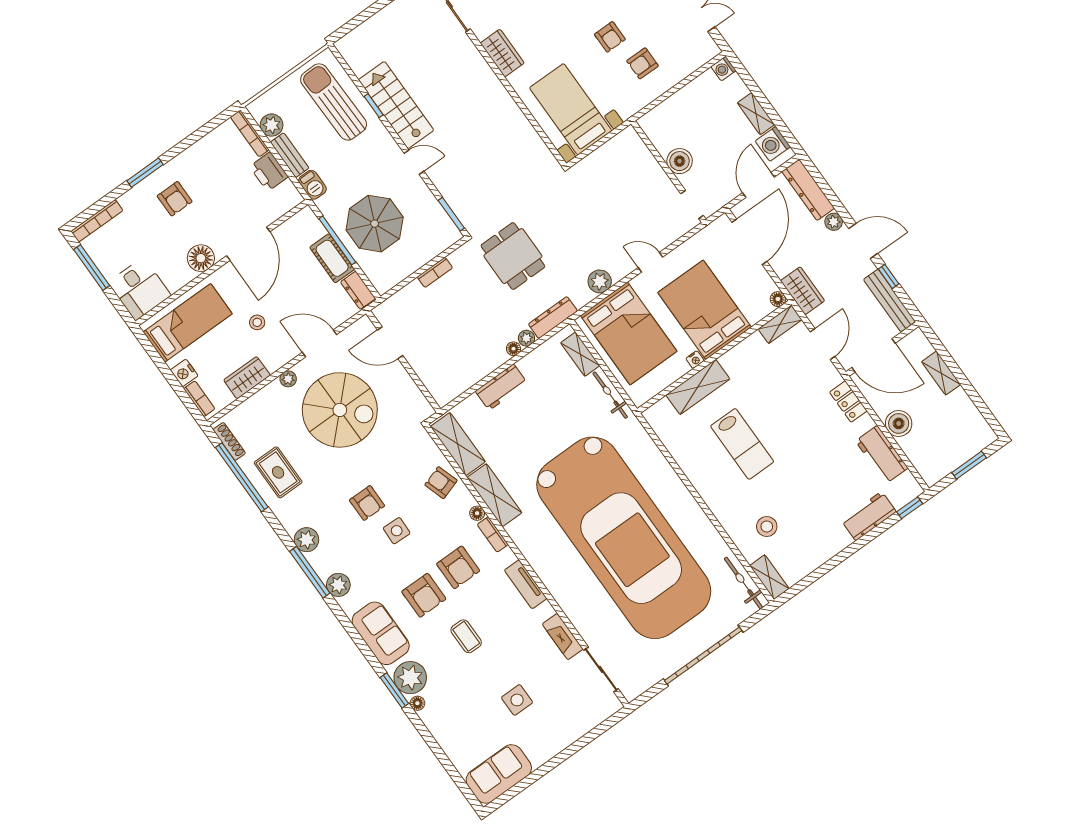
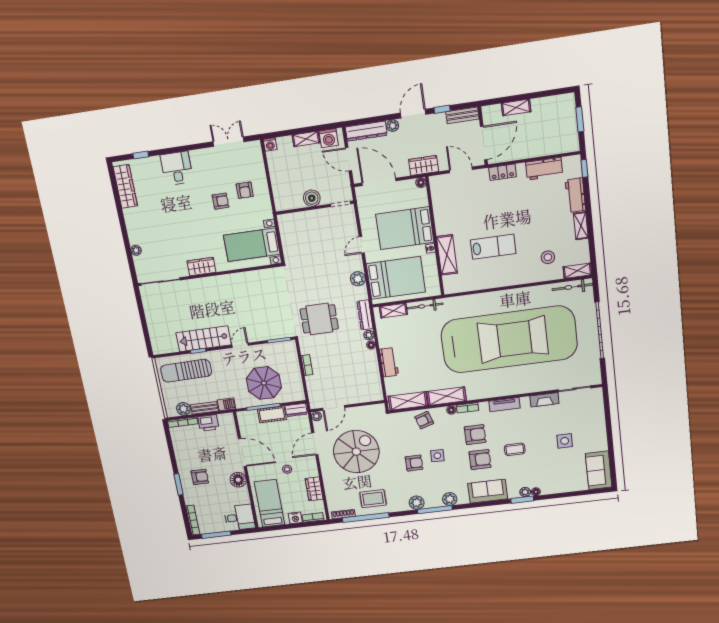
bench: (890, 301) -> (462, 115), width x0.73
shelving: (780, 324) -> (581, 226), moved
plant: (288, 379) -> (316, 416), moved
boiler: (899, 423) -> (532, 149), removed
plant: (410, 678) -> (525, 492), width x0.53, depth x0.53

